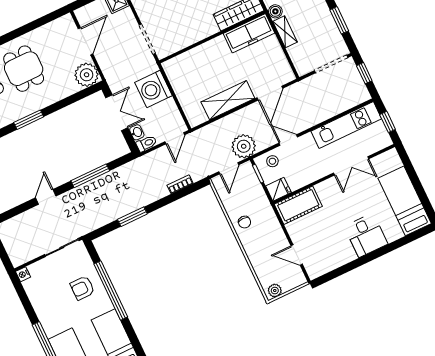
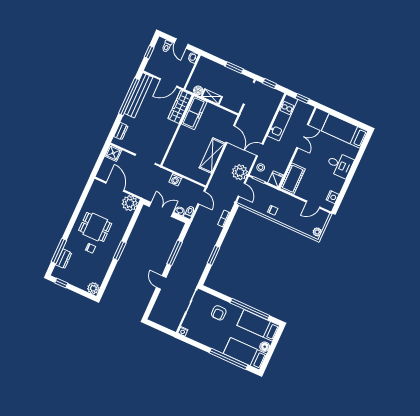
washing machine: (153, 89) -> (175, 180), width x0.53, depth x0.53
nightstand: (326, 265) -> (333, 197), added
window: (111, 290) -> (250, 309), moved

